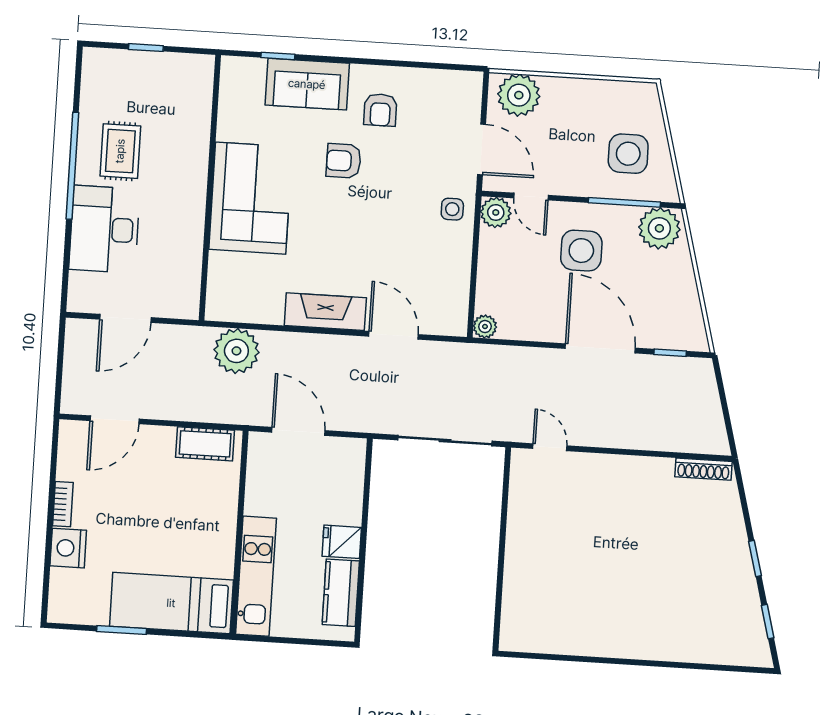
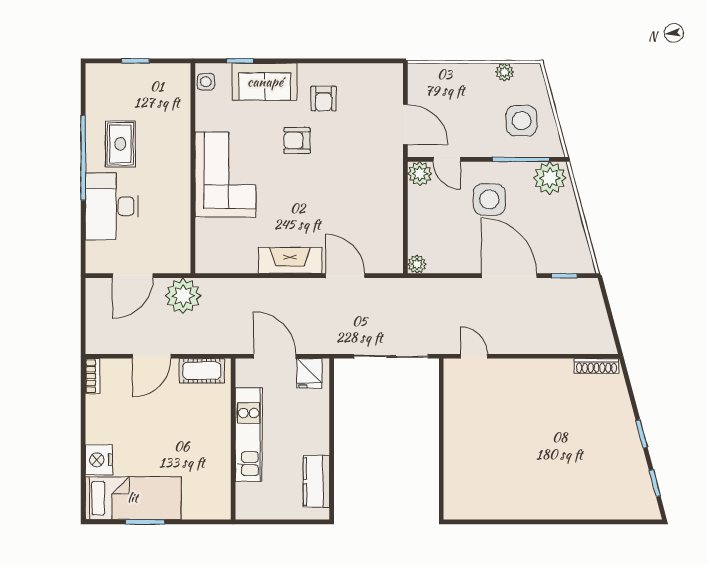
plant: (519, 95) -> (505, 72), moved, width x0.53, depth x0.53
side table: (452, 209) -> (206, 82), moved
plant: (236, 351) -> (183, 296), moved
door: (115, 420) -> (152, 356), moved
bookcase: (63, 504) -> (92, 376), moved
fridge: (342, 542) -> (309, 373), moved, turned -90
kitchen unit: (256, 576) -> (249, 435), moved
bed: (171, 603) -> (133, 498), moved, turned 180

